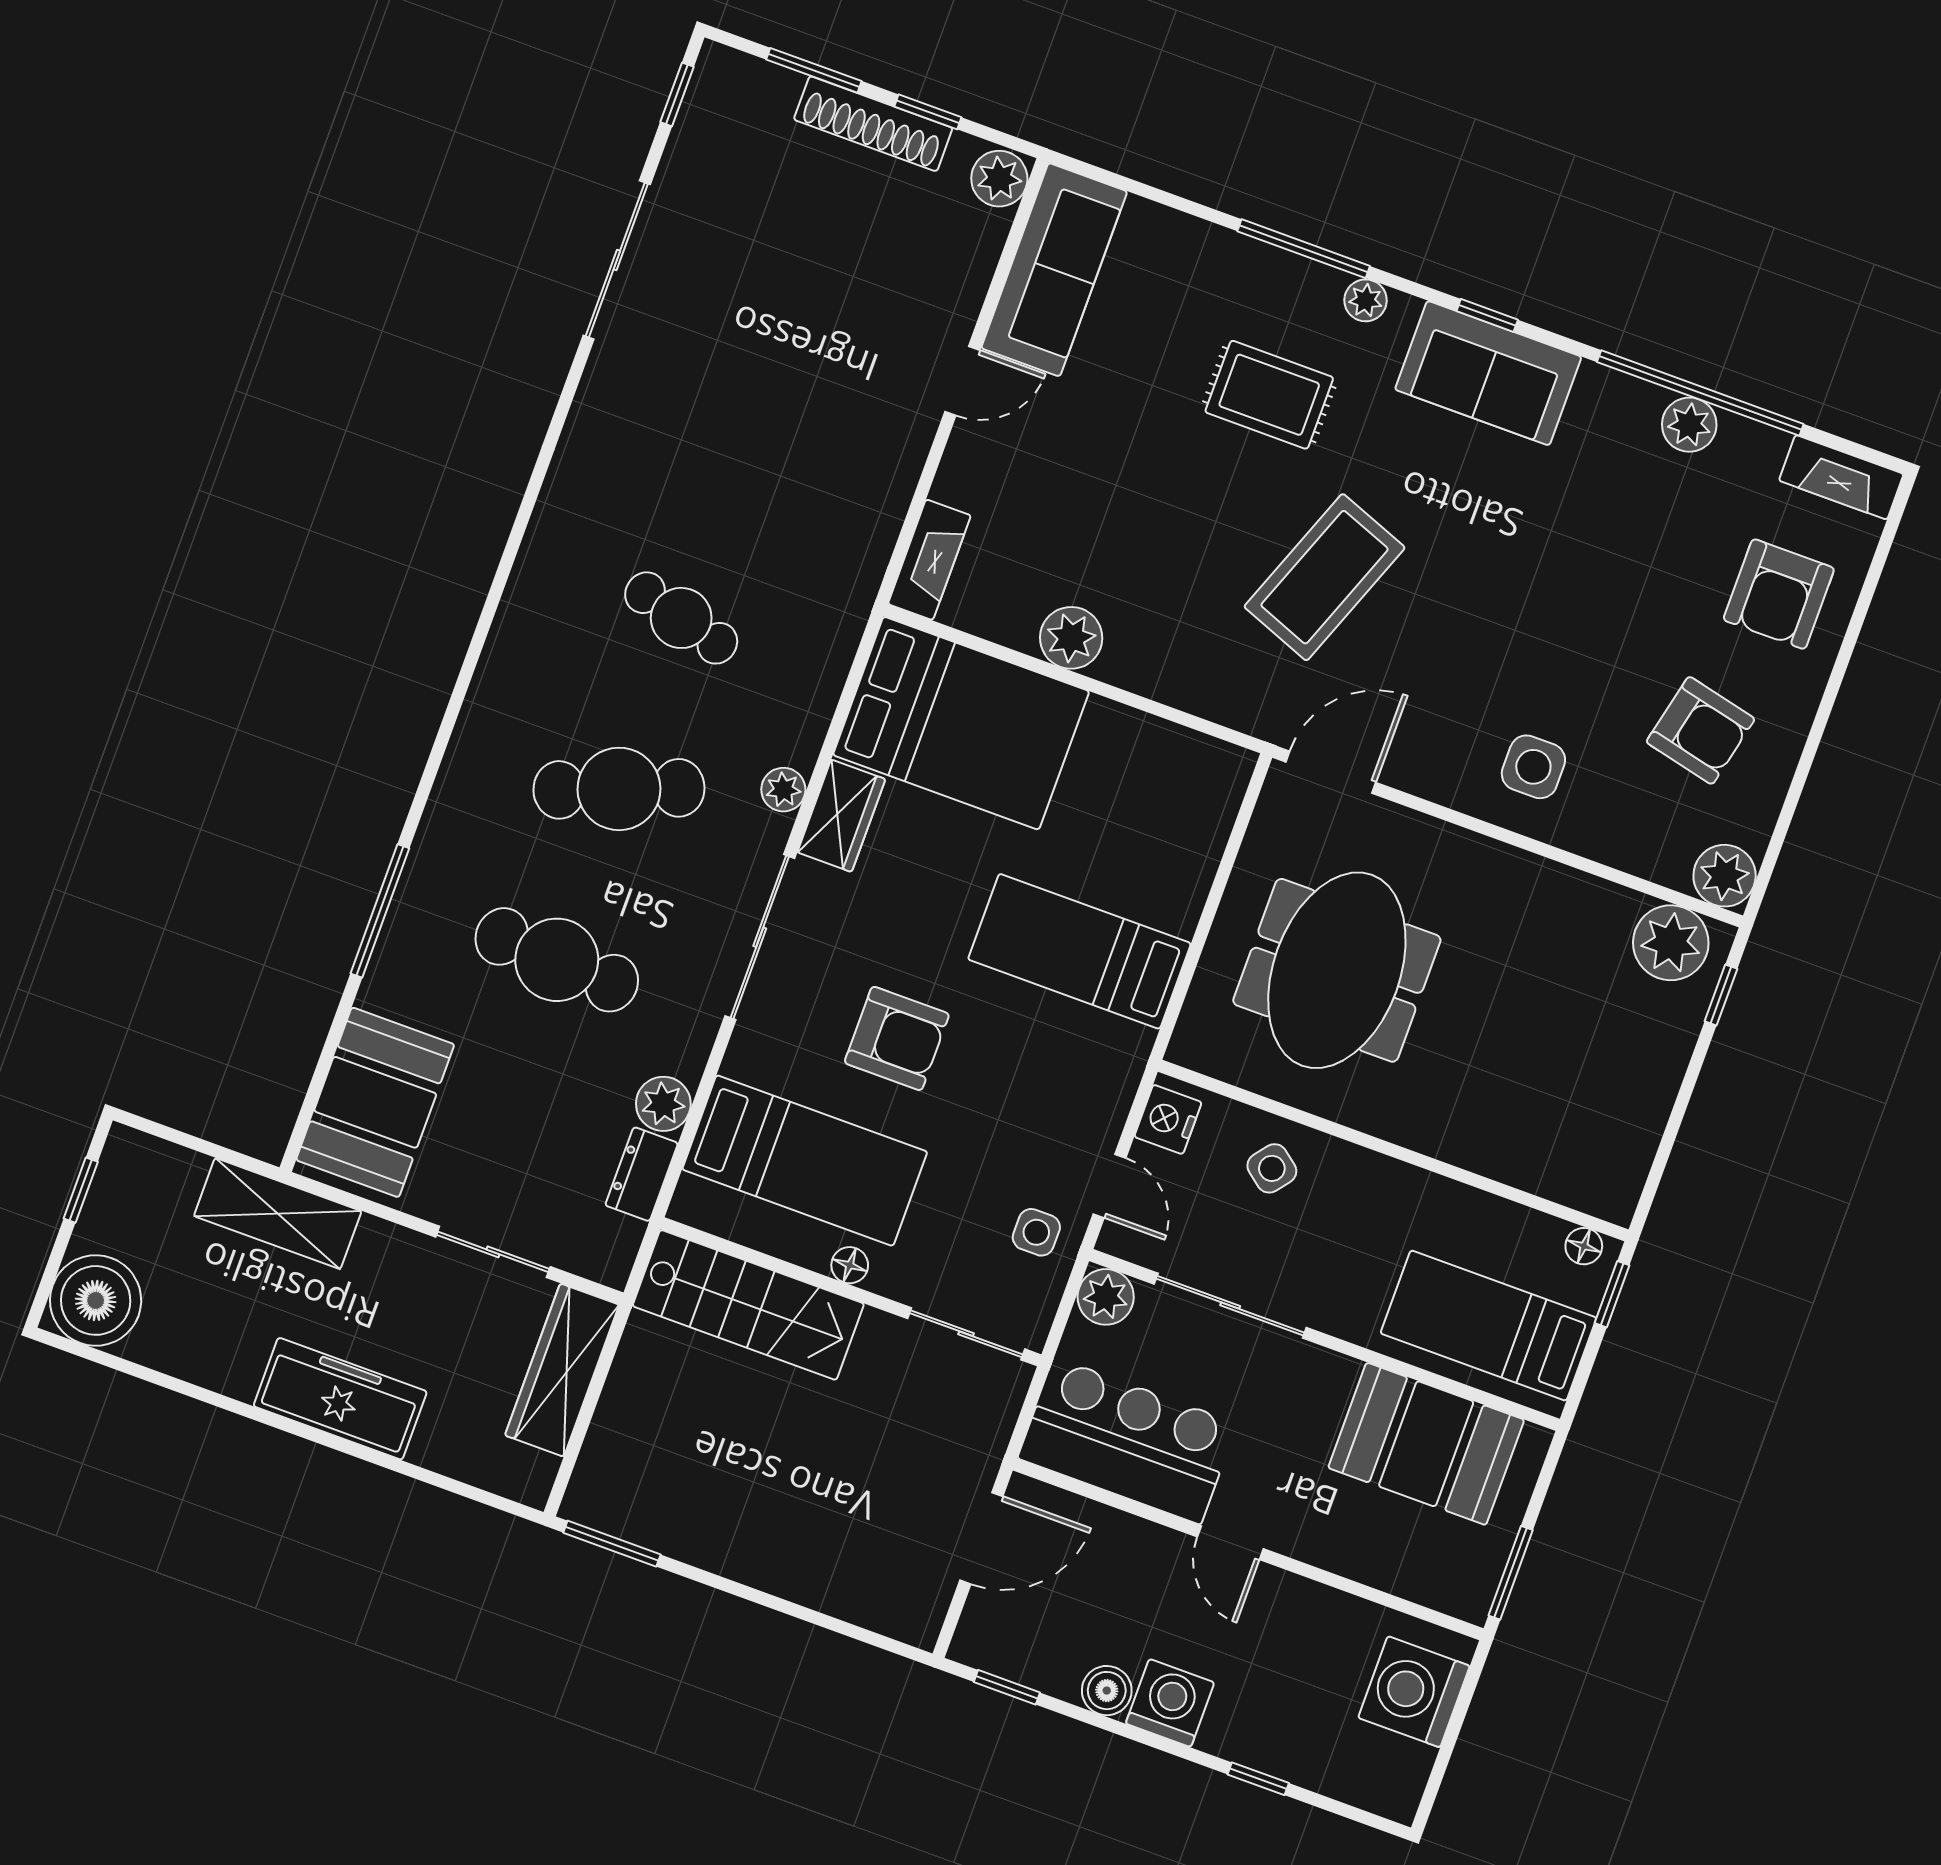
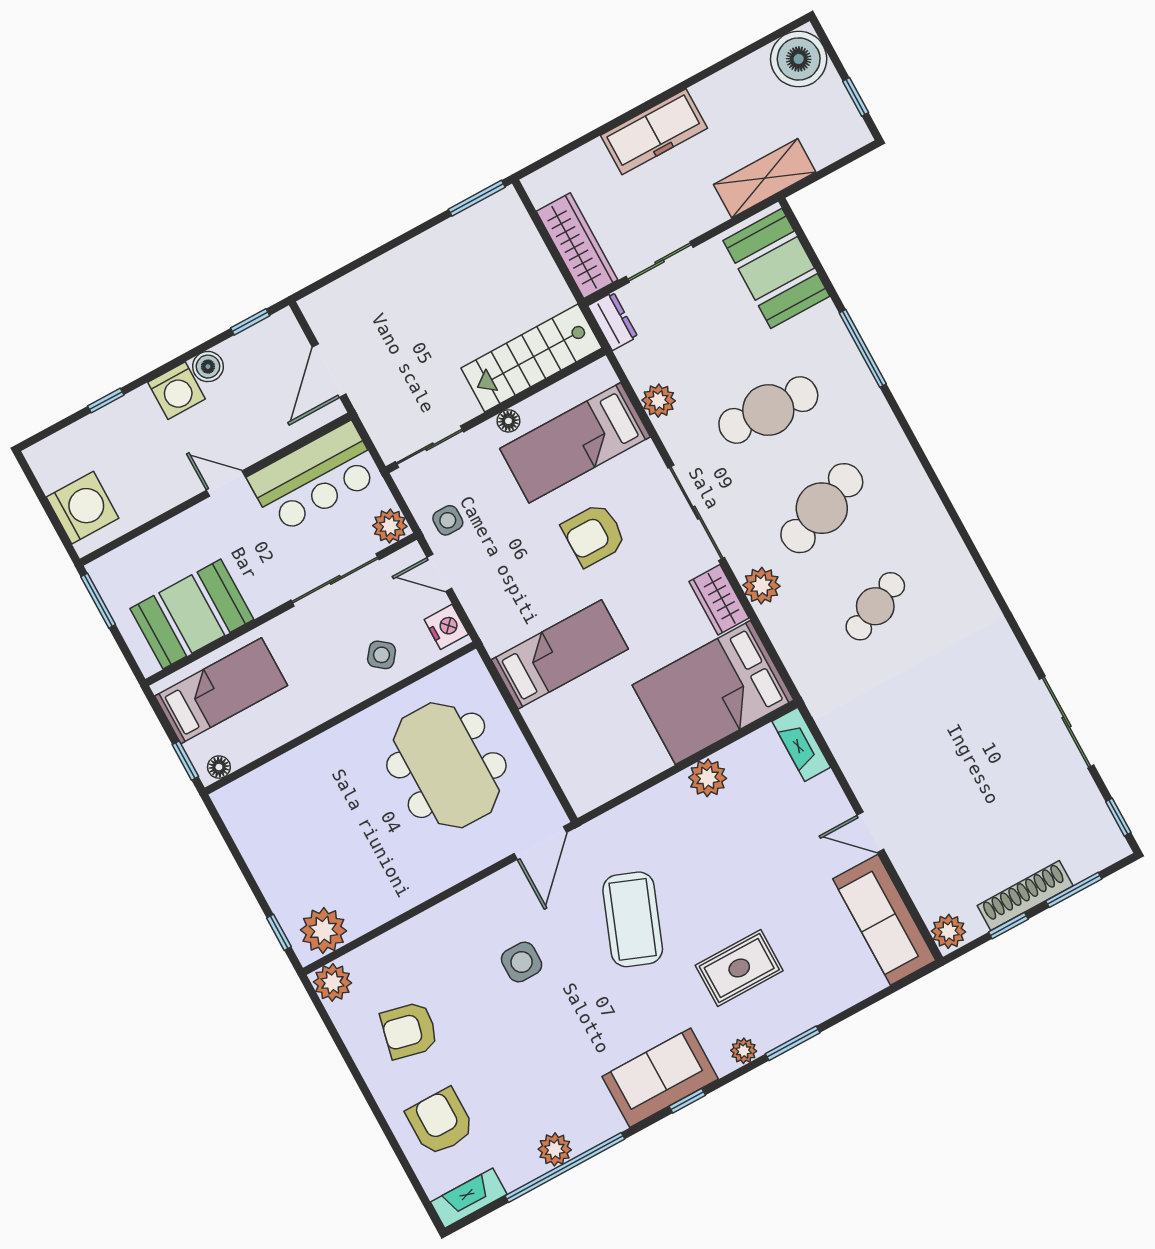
window: (1304, 249) -> (793, 1043), width x0.69
door: (962, 381) -> (870, 832), hinge flipped
cafe table: (681, 618) -> (875, 606), turned -39
side table: (1533, 767) -> (522, 962), moved
plant: (783, 790) -> (762, 586), width x1.38, depth x1.38
dresser: (642, 1174) -> (613, 321), moved

